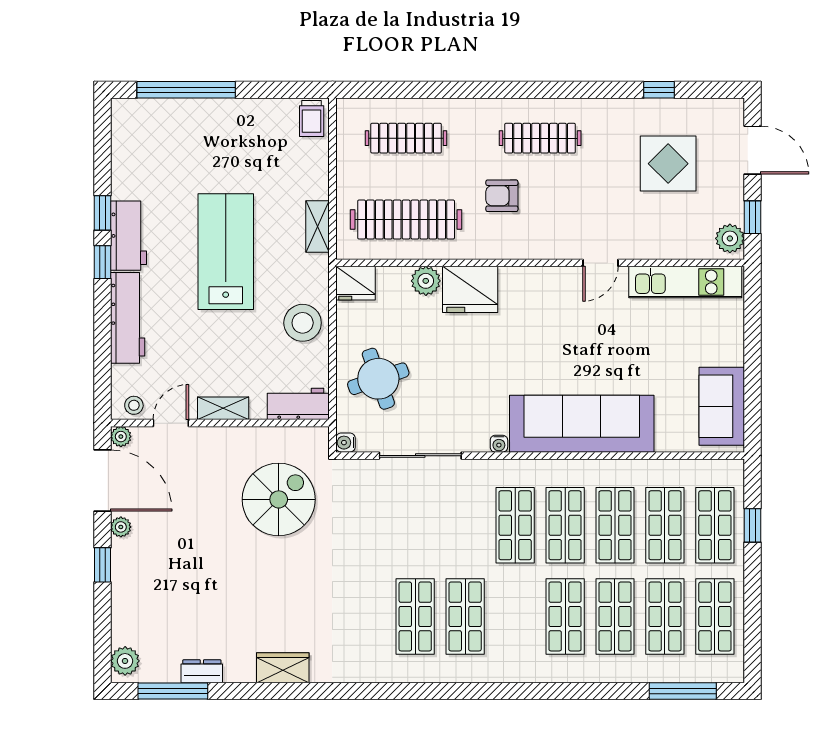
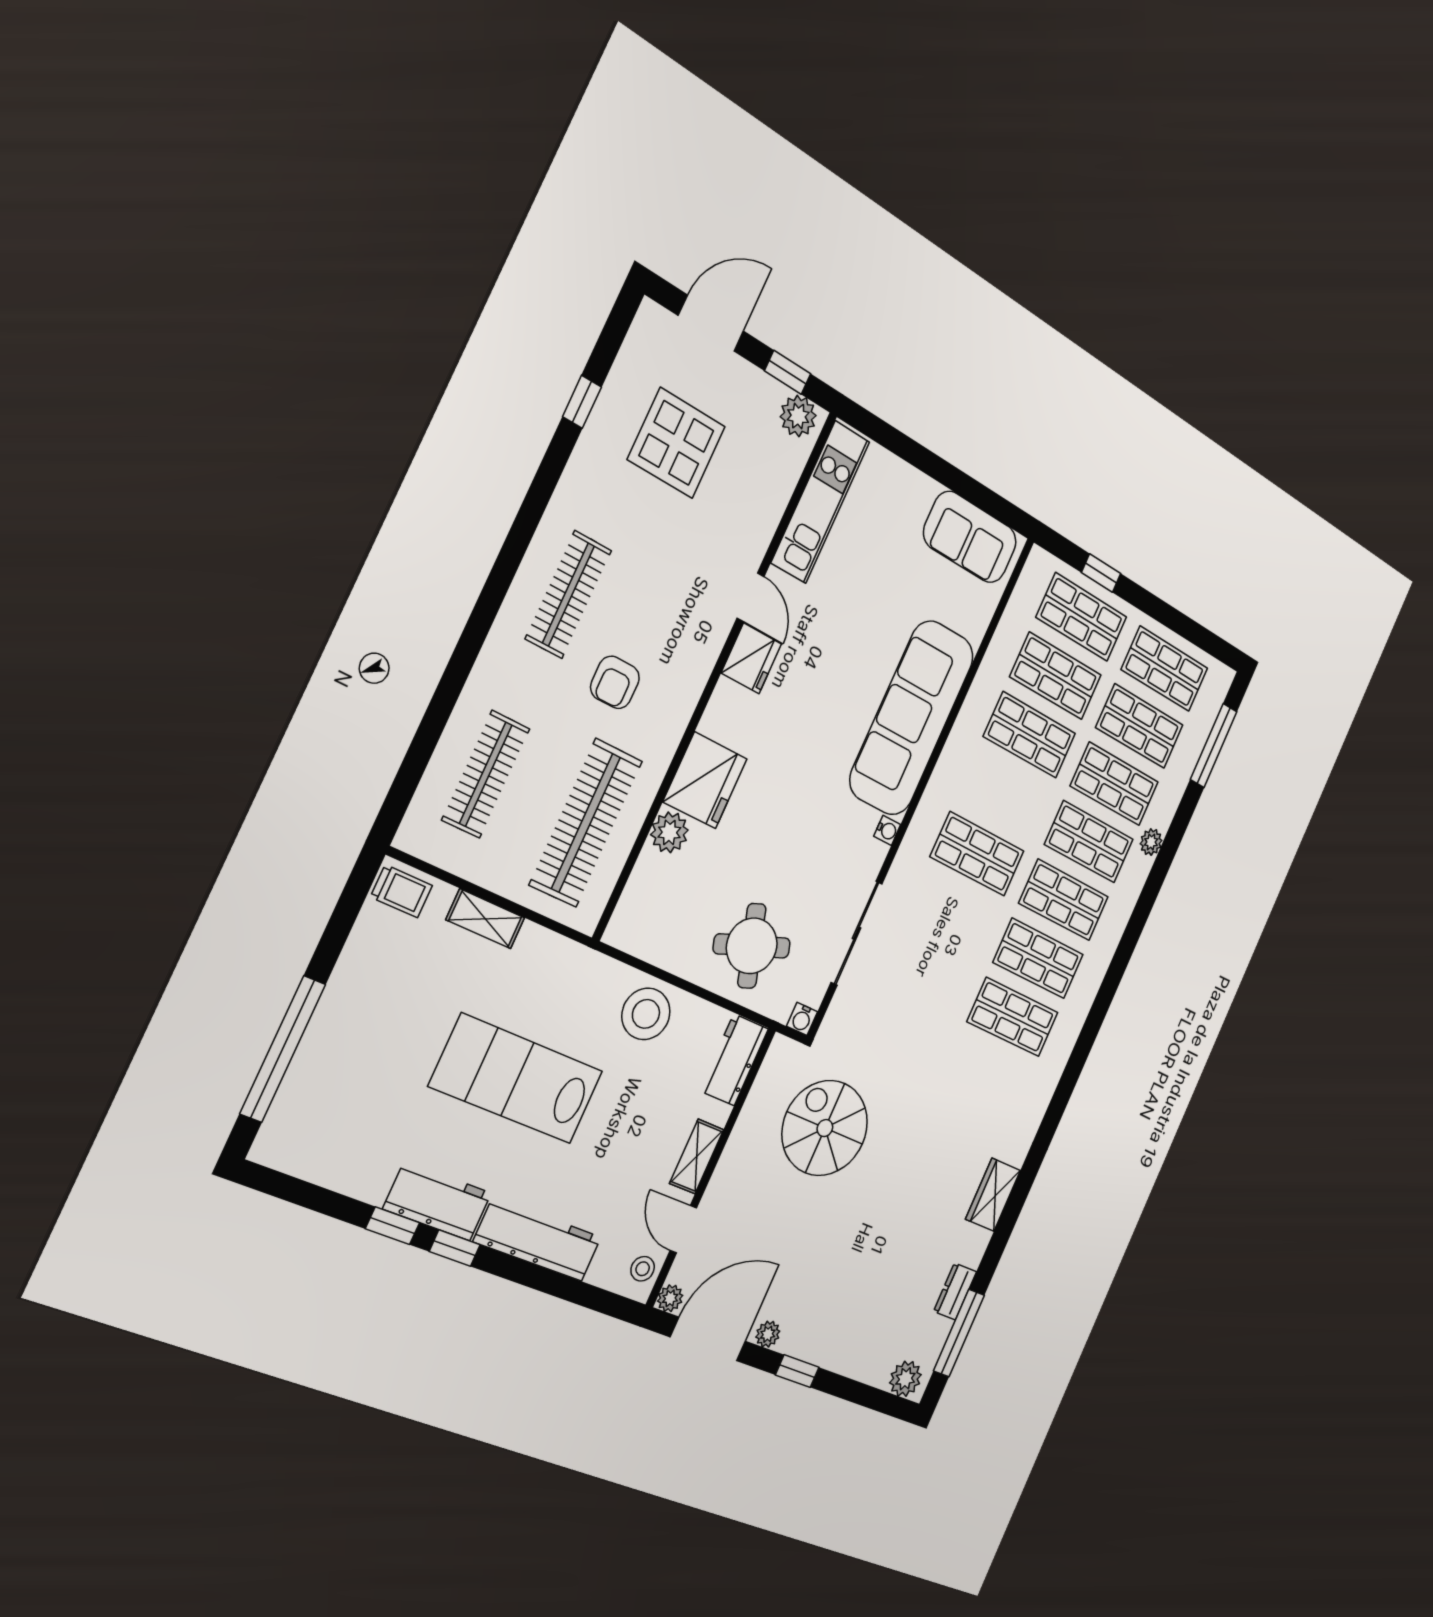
shelving: (318, 227) -> (485, 919), moved
fridge: (355, 283) -> (751, 658), moved
shop shelf: (565, 525) -> (1064, 900), moved
plant: (589, 672) -> (1151, 842), added

